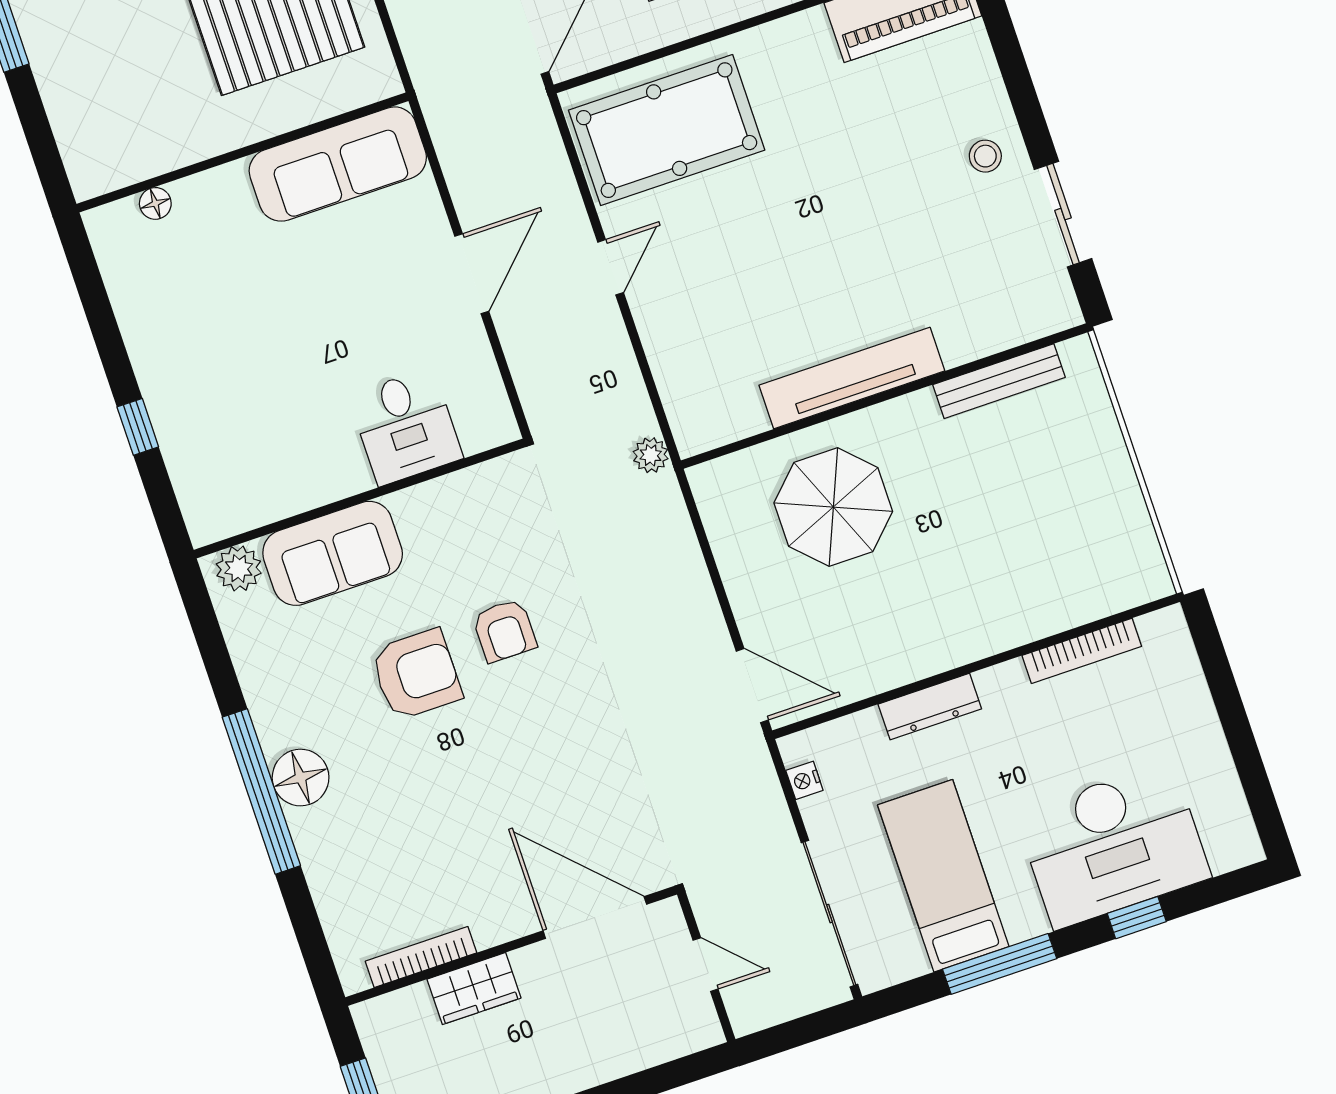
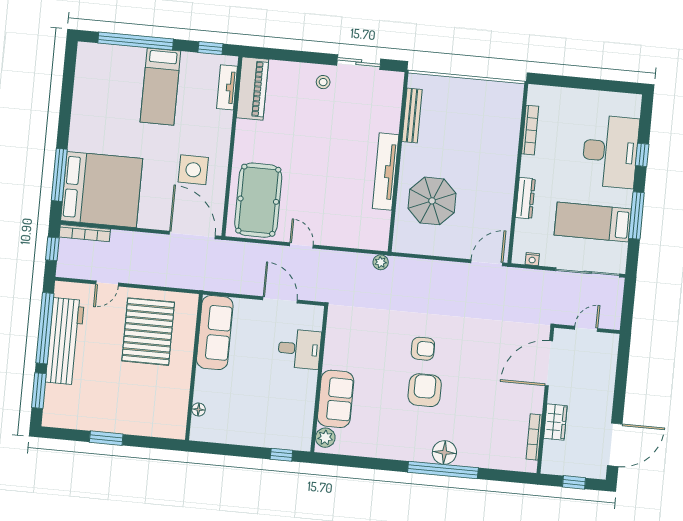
desk: (406, 427) -> (299, 349), moved
wall: (360, 499) -> (319, 379), moved
sofa: (333, 553) -> (336, 399), moved
plant: (239, 569) -> (325, 438), moved

